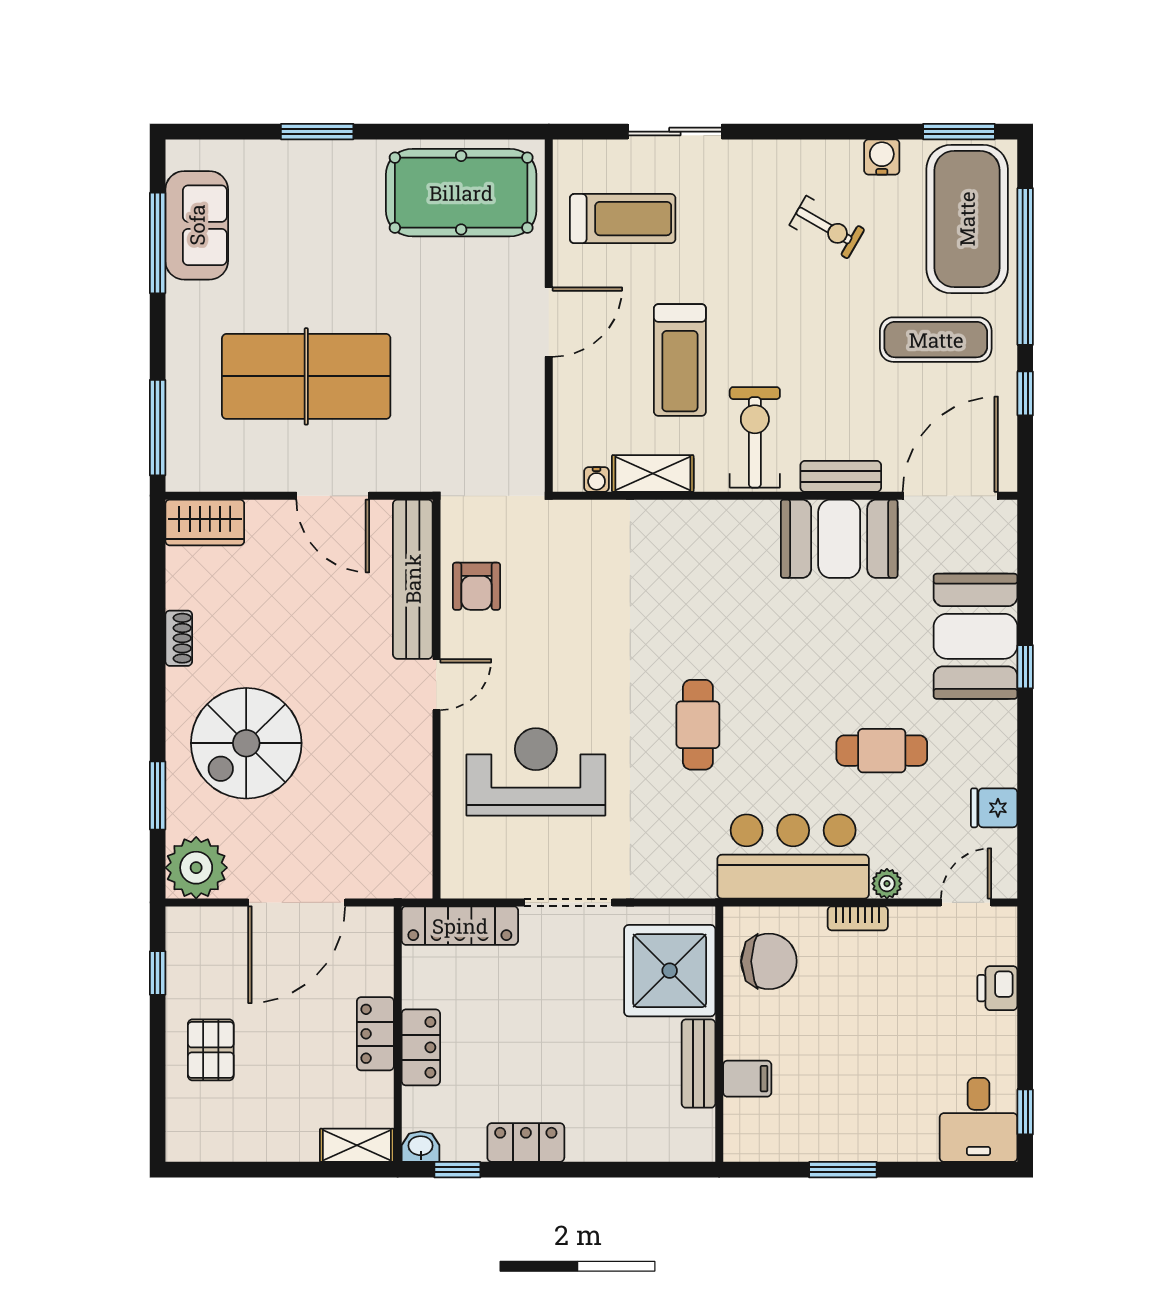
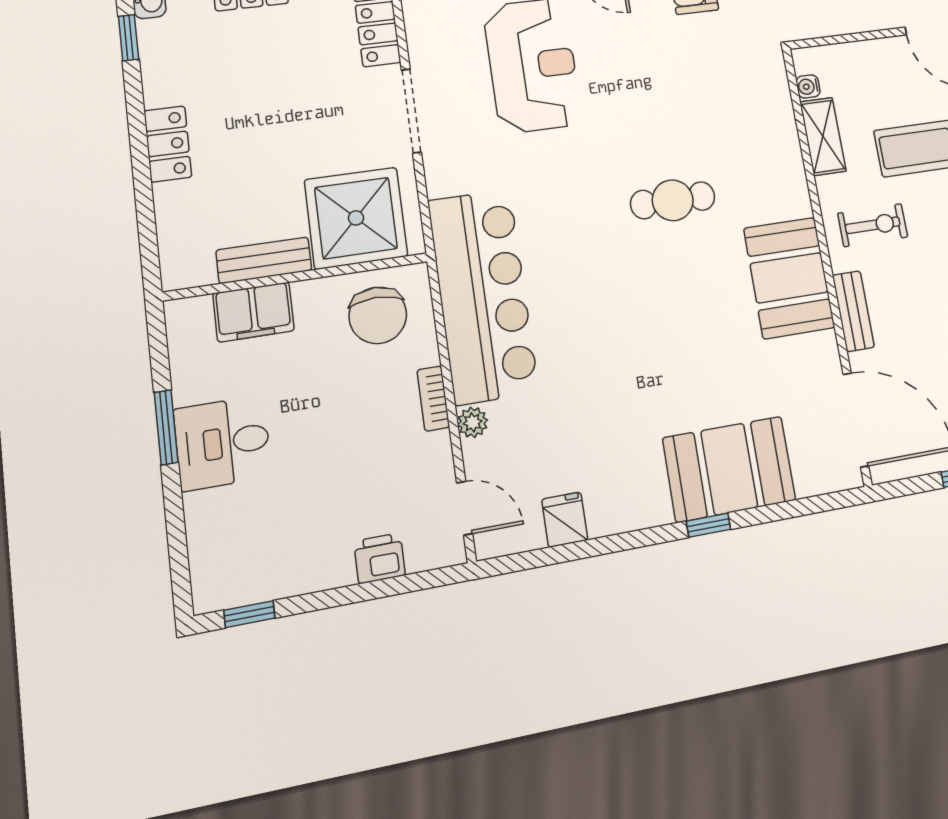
exercise bike: (755, 437) -> (873, 225), width x0.73, depth x0.72
booth: (839, 539) -> (789, 278), moved
cafe table: (698, 725) -> (673, 200), moved
cafe table: (882, 751) -> (604, 394), removed
bar counter: (793, 856) -> (483, 296), width x1.36
filing cabinet: (747, 1079) -> (254, 312), width x2.00
desk: (978, 1120) -> (223, 443), moved
locker: (526, 1142) -> (168, 144), moved

